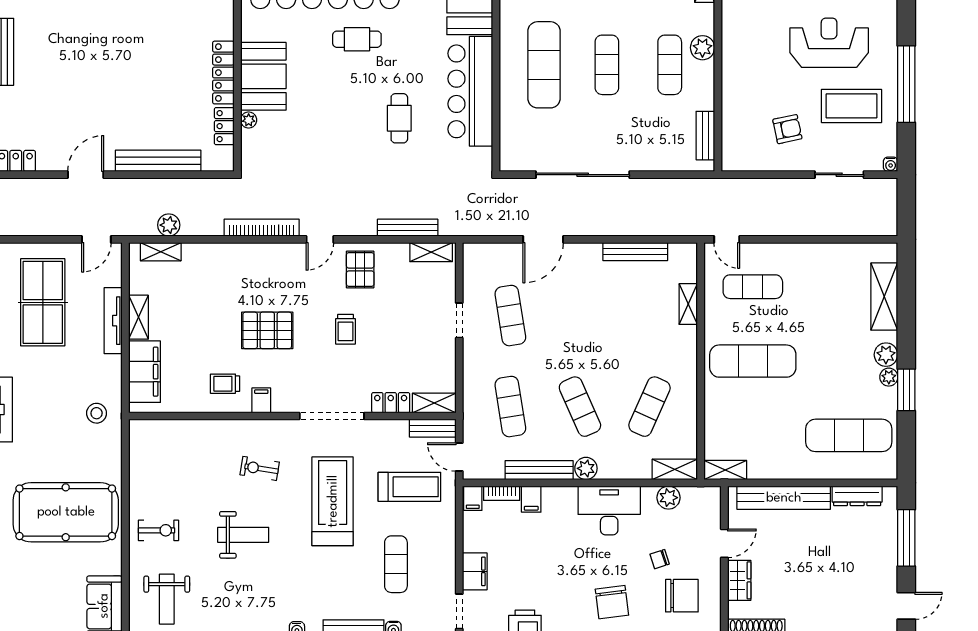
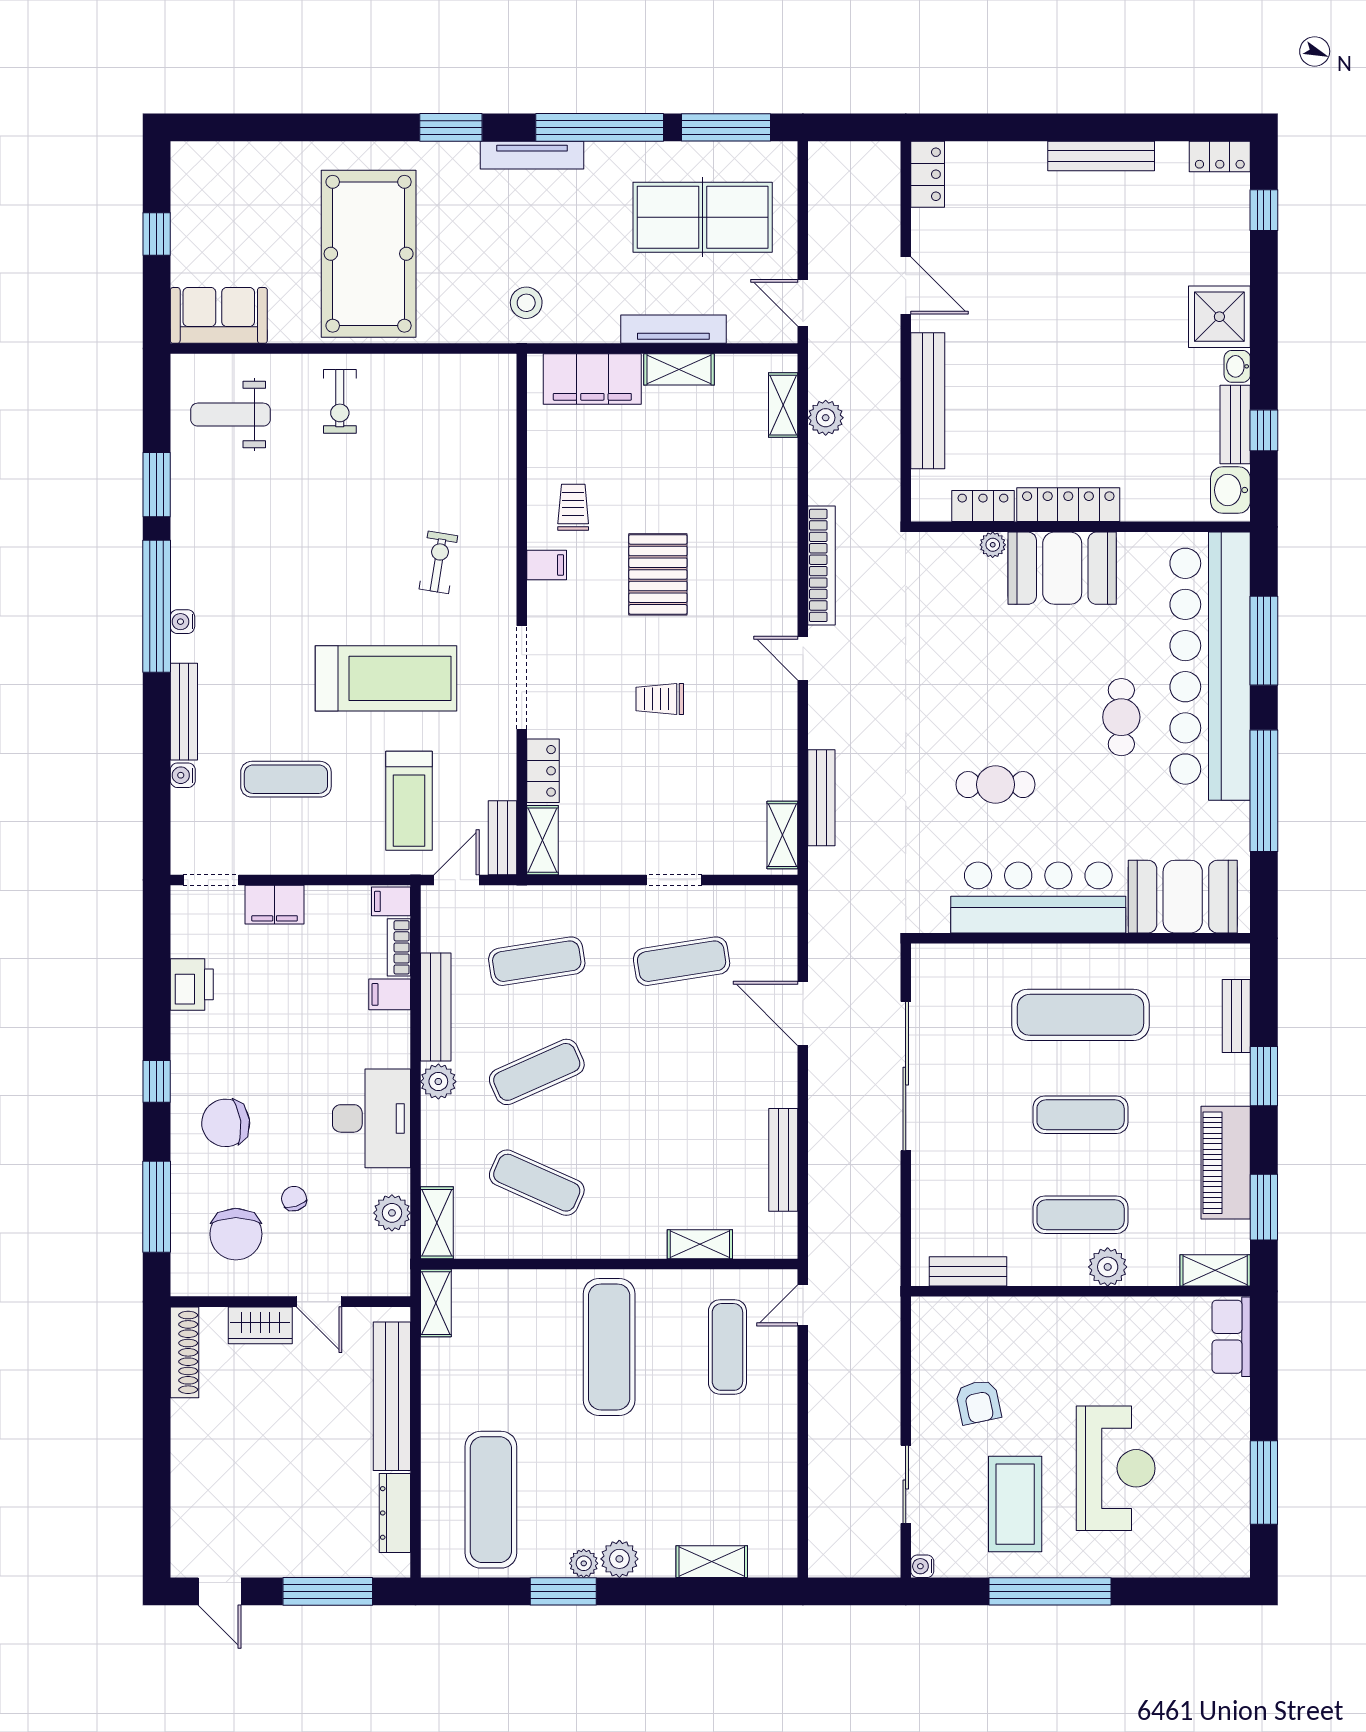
pallet: (360, 269) -> (755, 722), removed
shelving: (884, 297) -> (712, 1562), width x0.67, depth x0.75
weight bench: (243, 535) -> (333, 536), removed

